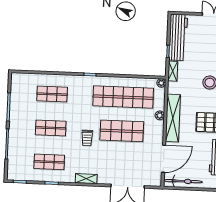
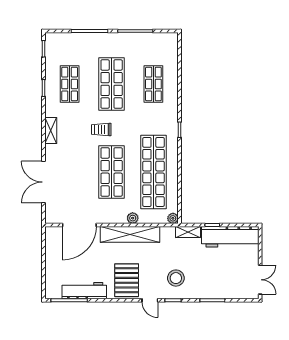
shop shelf: (51, 128) -> (112, 84), width x1.43, depth x1.36
door: (164, 159) -> (79, 225), hinge flipped
bicycle: (183, 181) -> (53, 250), removed

